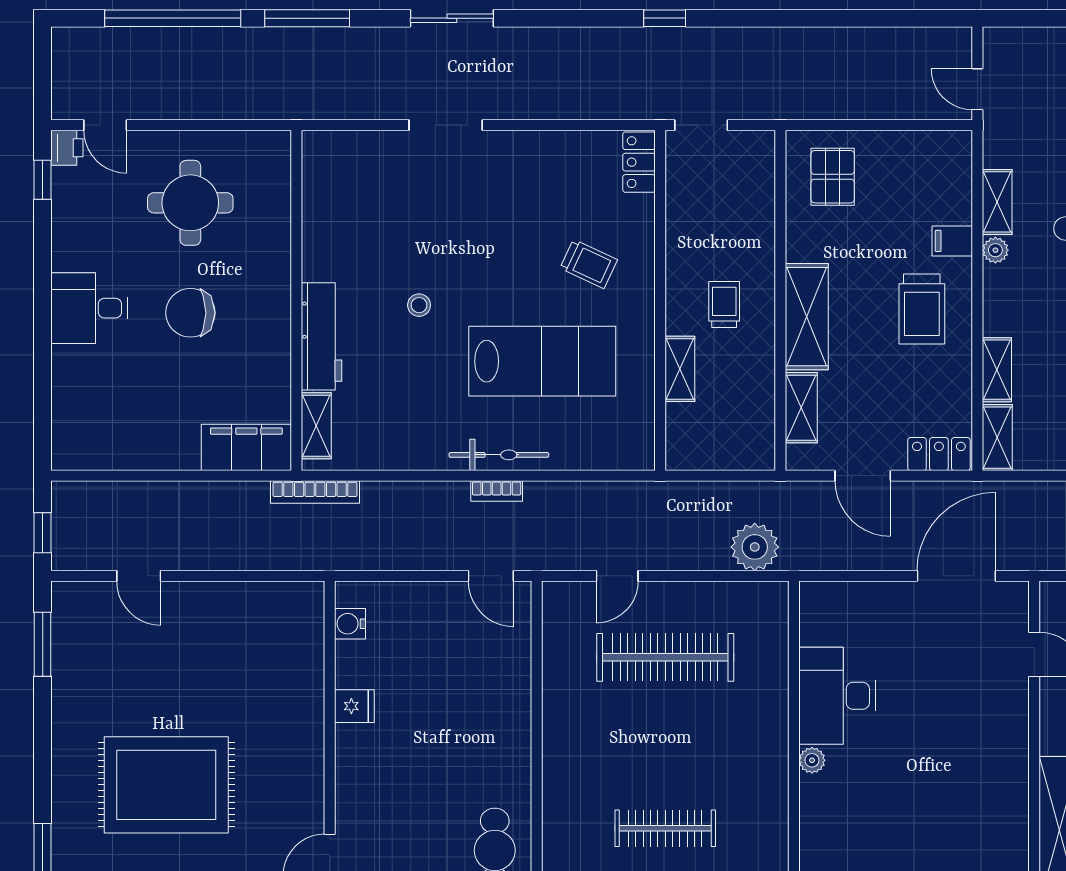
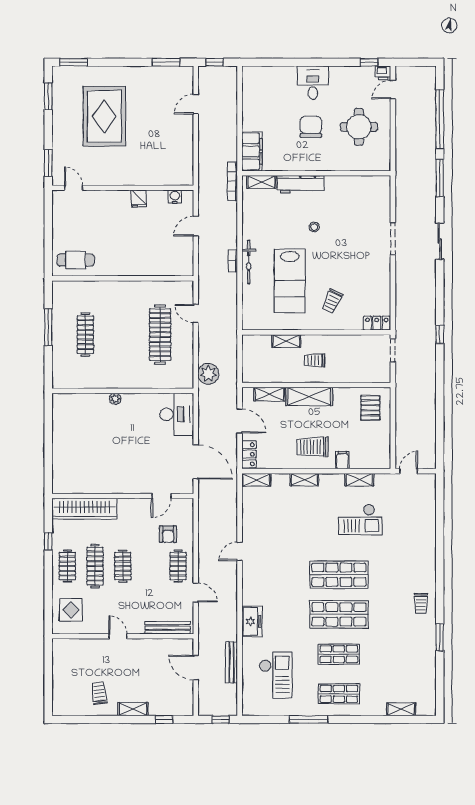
pallet: (833, 177) -> (370, 408), turned 90
plant: (995, 250) -> (338, 479), removed
trolley: (724, 305) -> (314, 360), turned 180
shelving: (997, 370) -> (304, 480), moved
door: (863, 476) -> (240, 421), swing flipped
door: (491, 576) -> (196, 226), moved
desk: (837, 696) -> (177, 414), moved, turned 90

